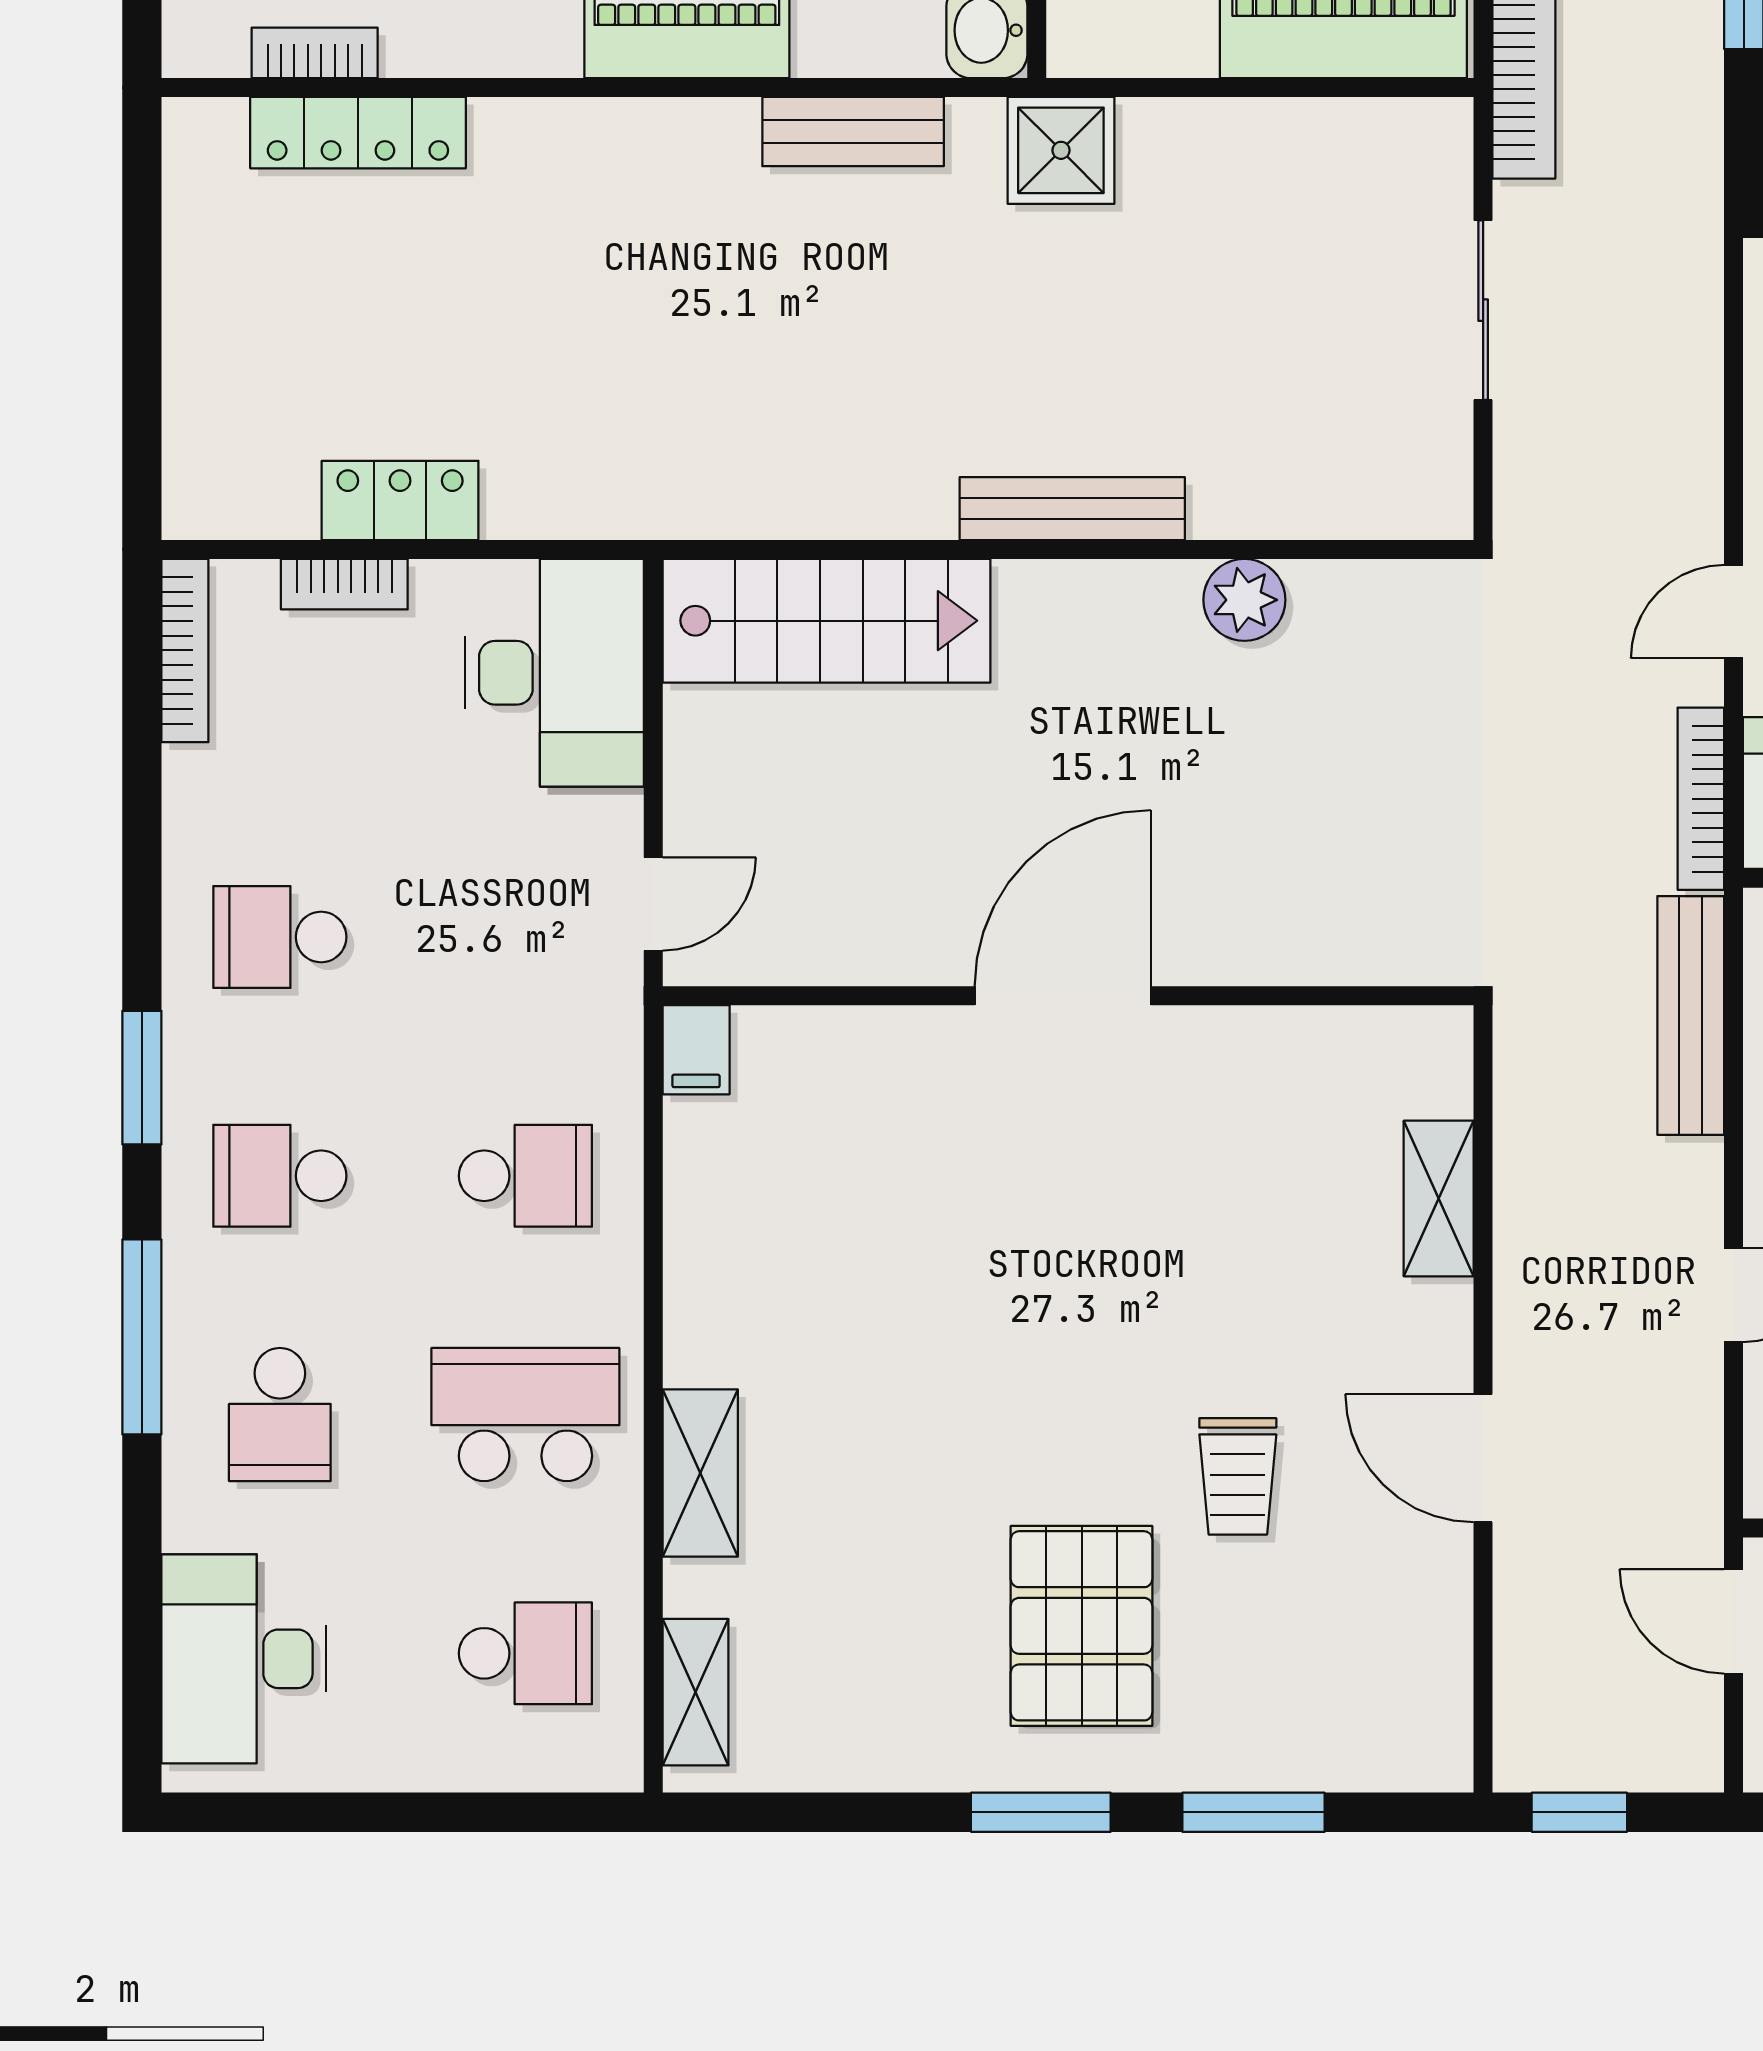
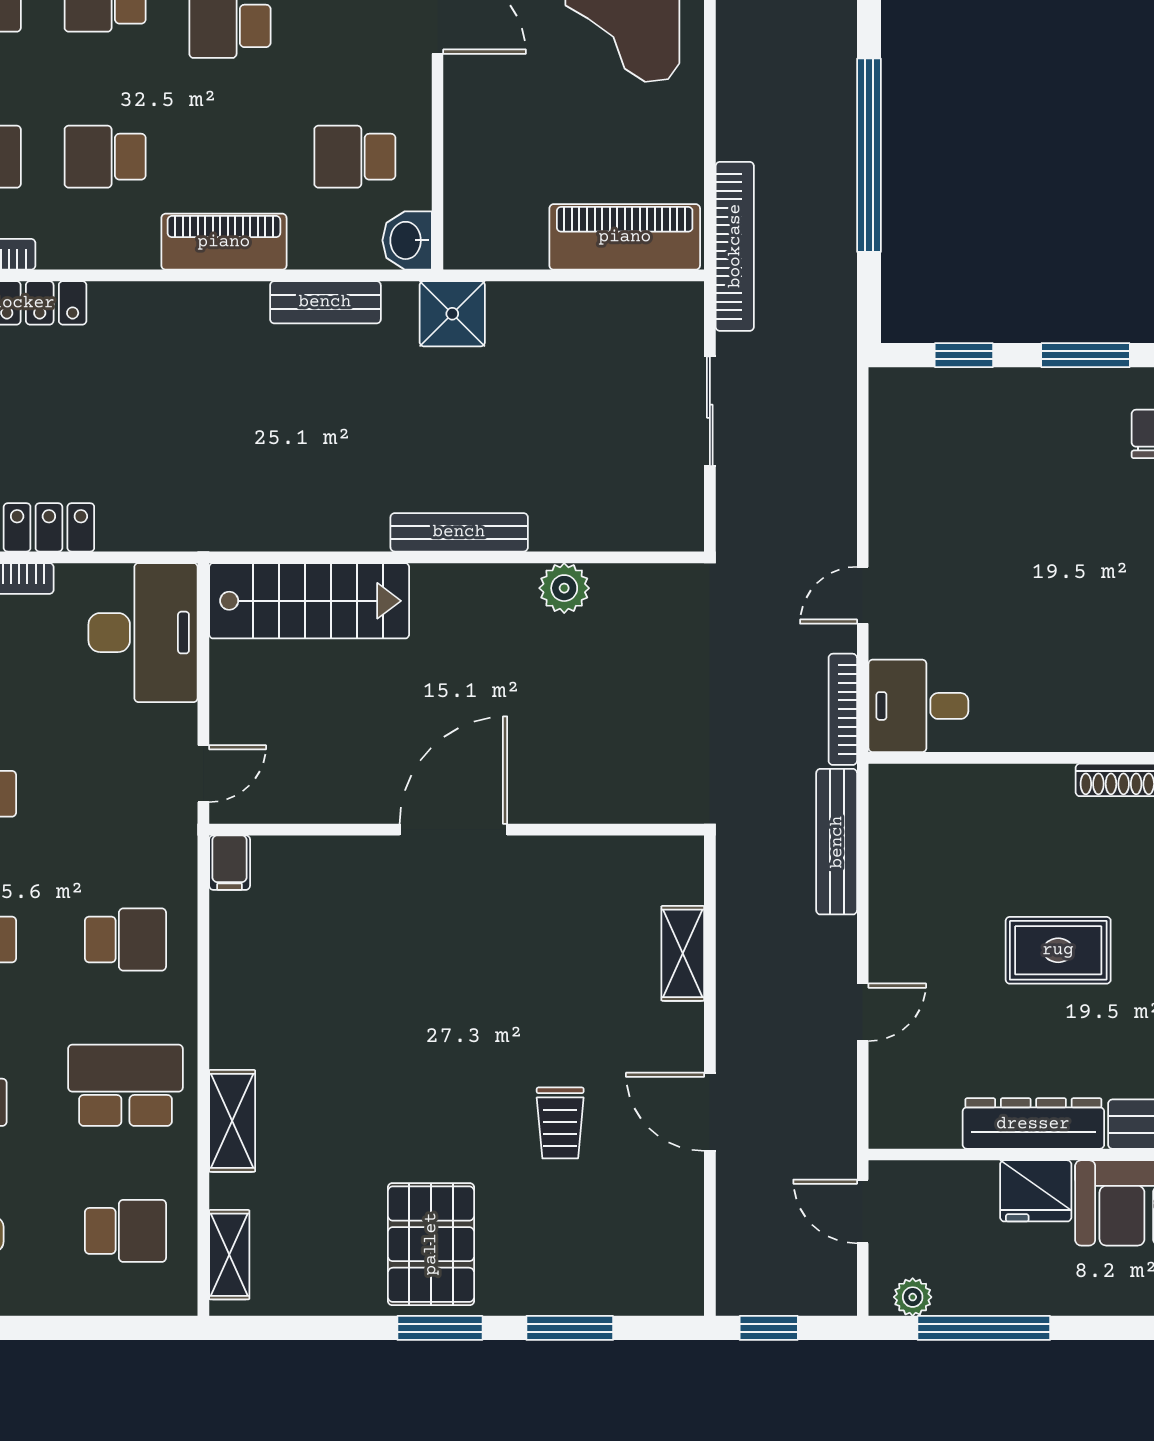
pallet: (1082, 1626) -> (431, 1244), moved

